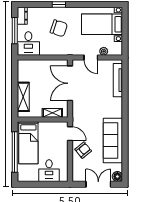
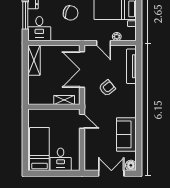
shelving: (23, 97) -> (34, 60), moved
sofa: (113, 141) -> (126, 134), width x0.73
bed: (28, 143) -> (39, 149), moved, turned 180
armchair: (83, 150) -> (107, 88), moved
window: (15, 152) -> (25, 140), removed

